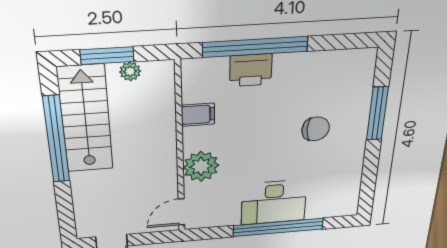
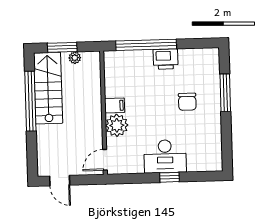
printer: (251, 70) -> (166, 59), moved
filing cabinet: (198, 115) -> (115, 105), moved
chair: (316, 129) -> (187, 102), turned 90
window: (278, 227) -> (170, 177), width x0.32

